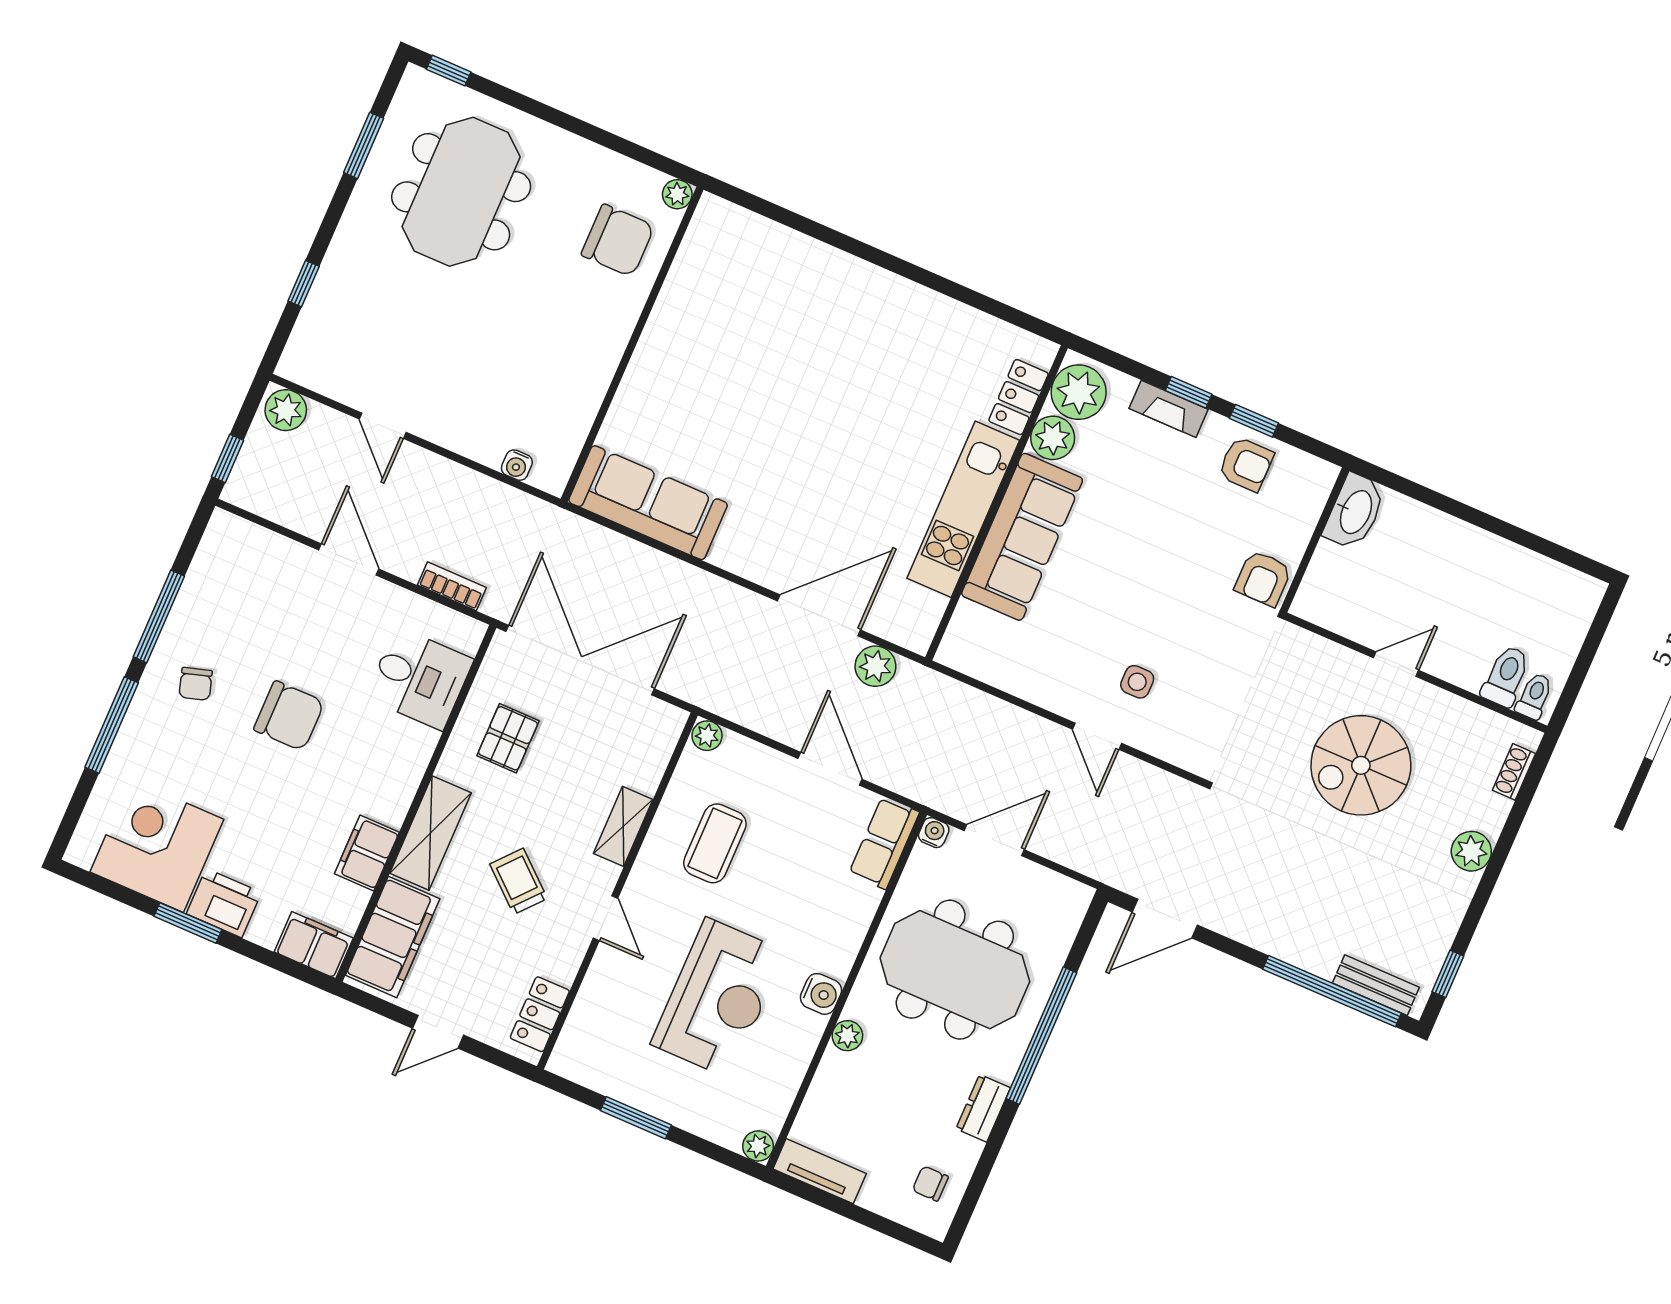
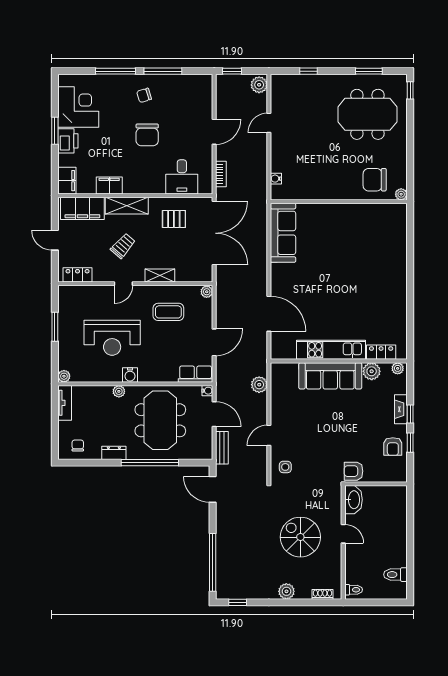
chair: (618, 240) -> (375, 180), turned 90
plant: (1079, 392) -> (398, 368), width x0.53, depth x0.53
washbasin: (1355, 512) -> (353, 500), moved, turned -90
plant: (875, 666) -> (259, 385), moved
toilet: (1506, 676) -> (395, 575), moved, turned 180
side table: (1137, 682) -> (285, 467), moved
bench: (1376, 985) -> (222, 448), moved

